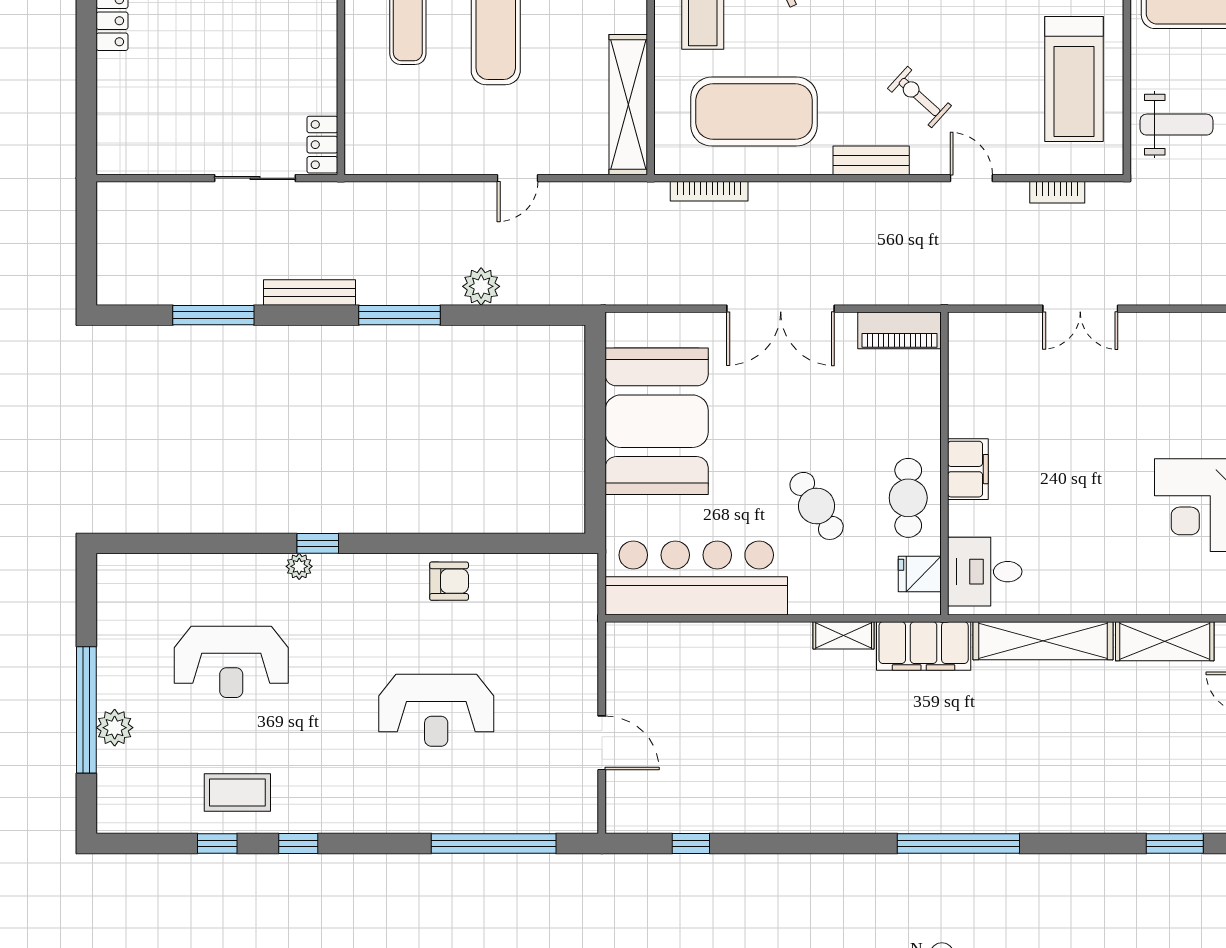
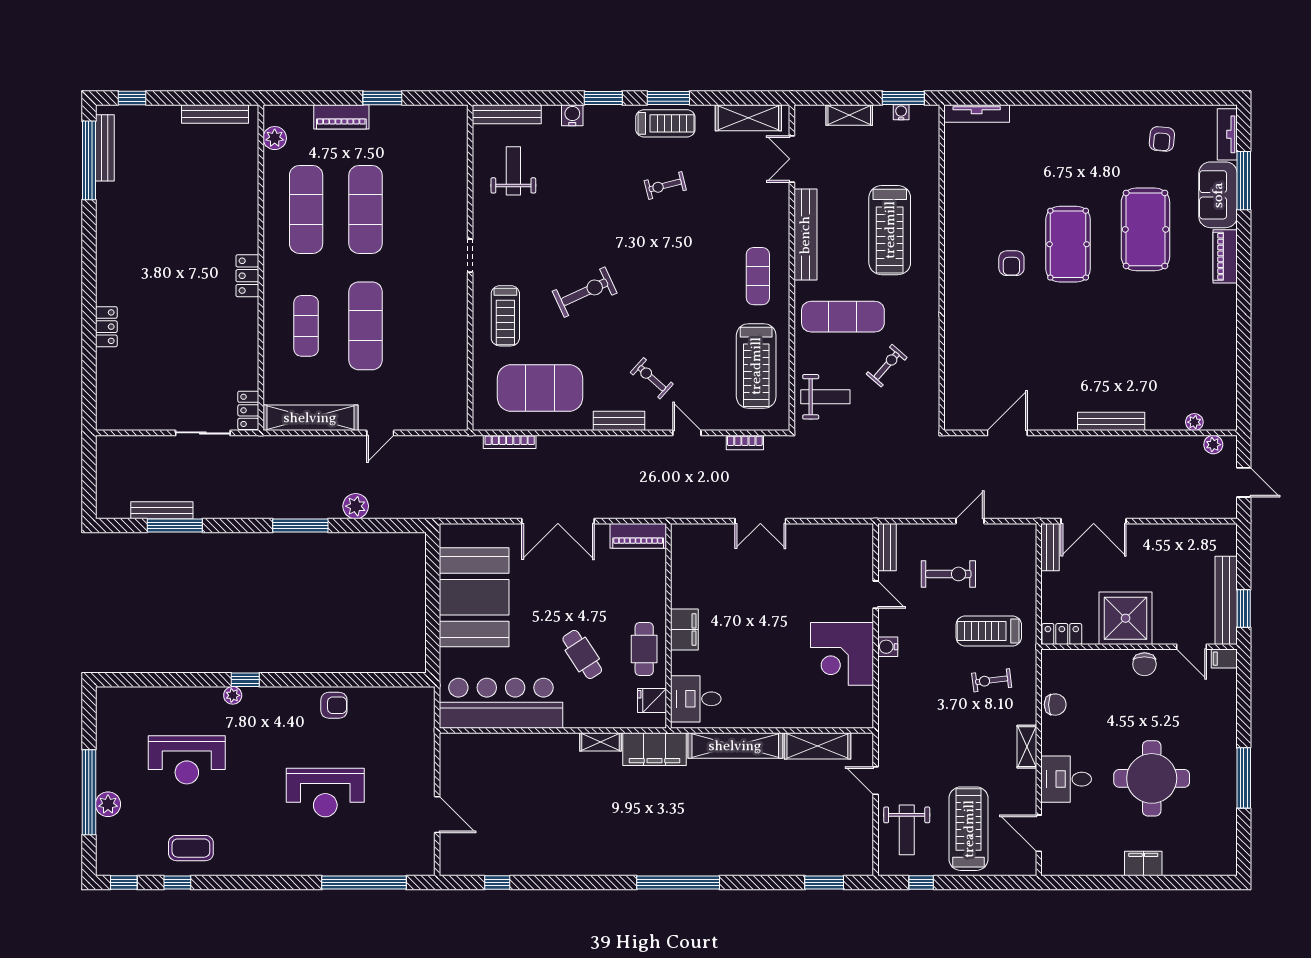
shelving: (628, 105) -> (310, 418), moved, turned 90
bench: (309, 292) -> (162, 510), moved
window: (298, 844) -> (124, 883), moved

